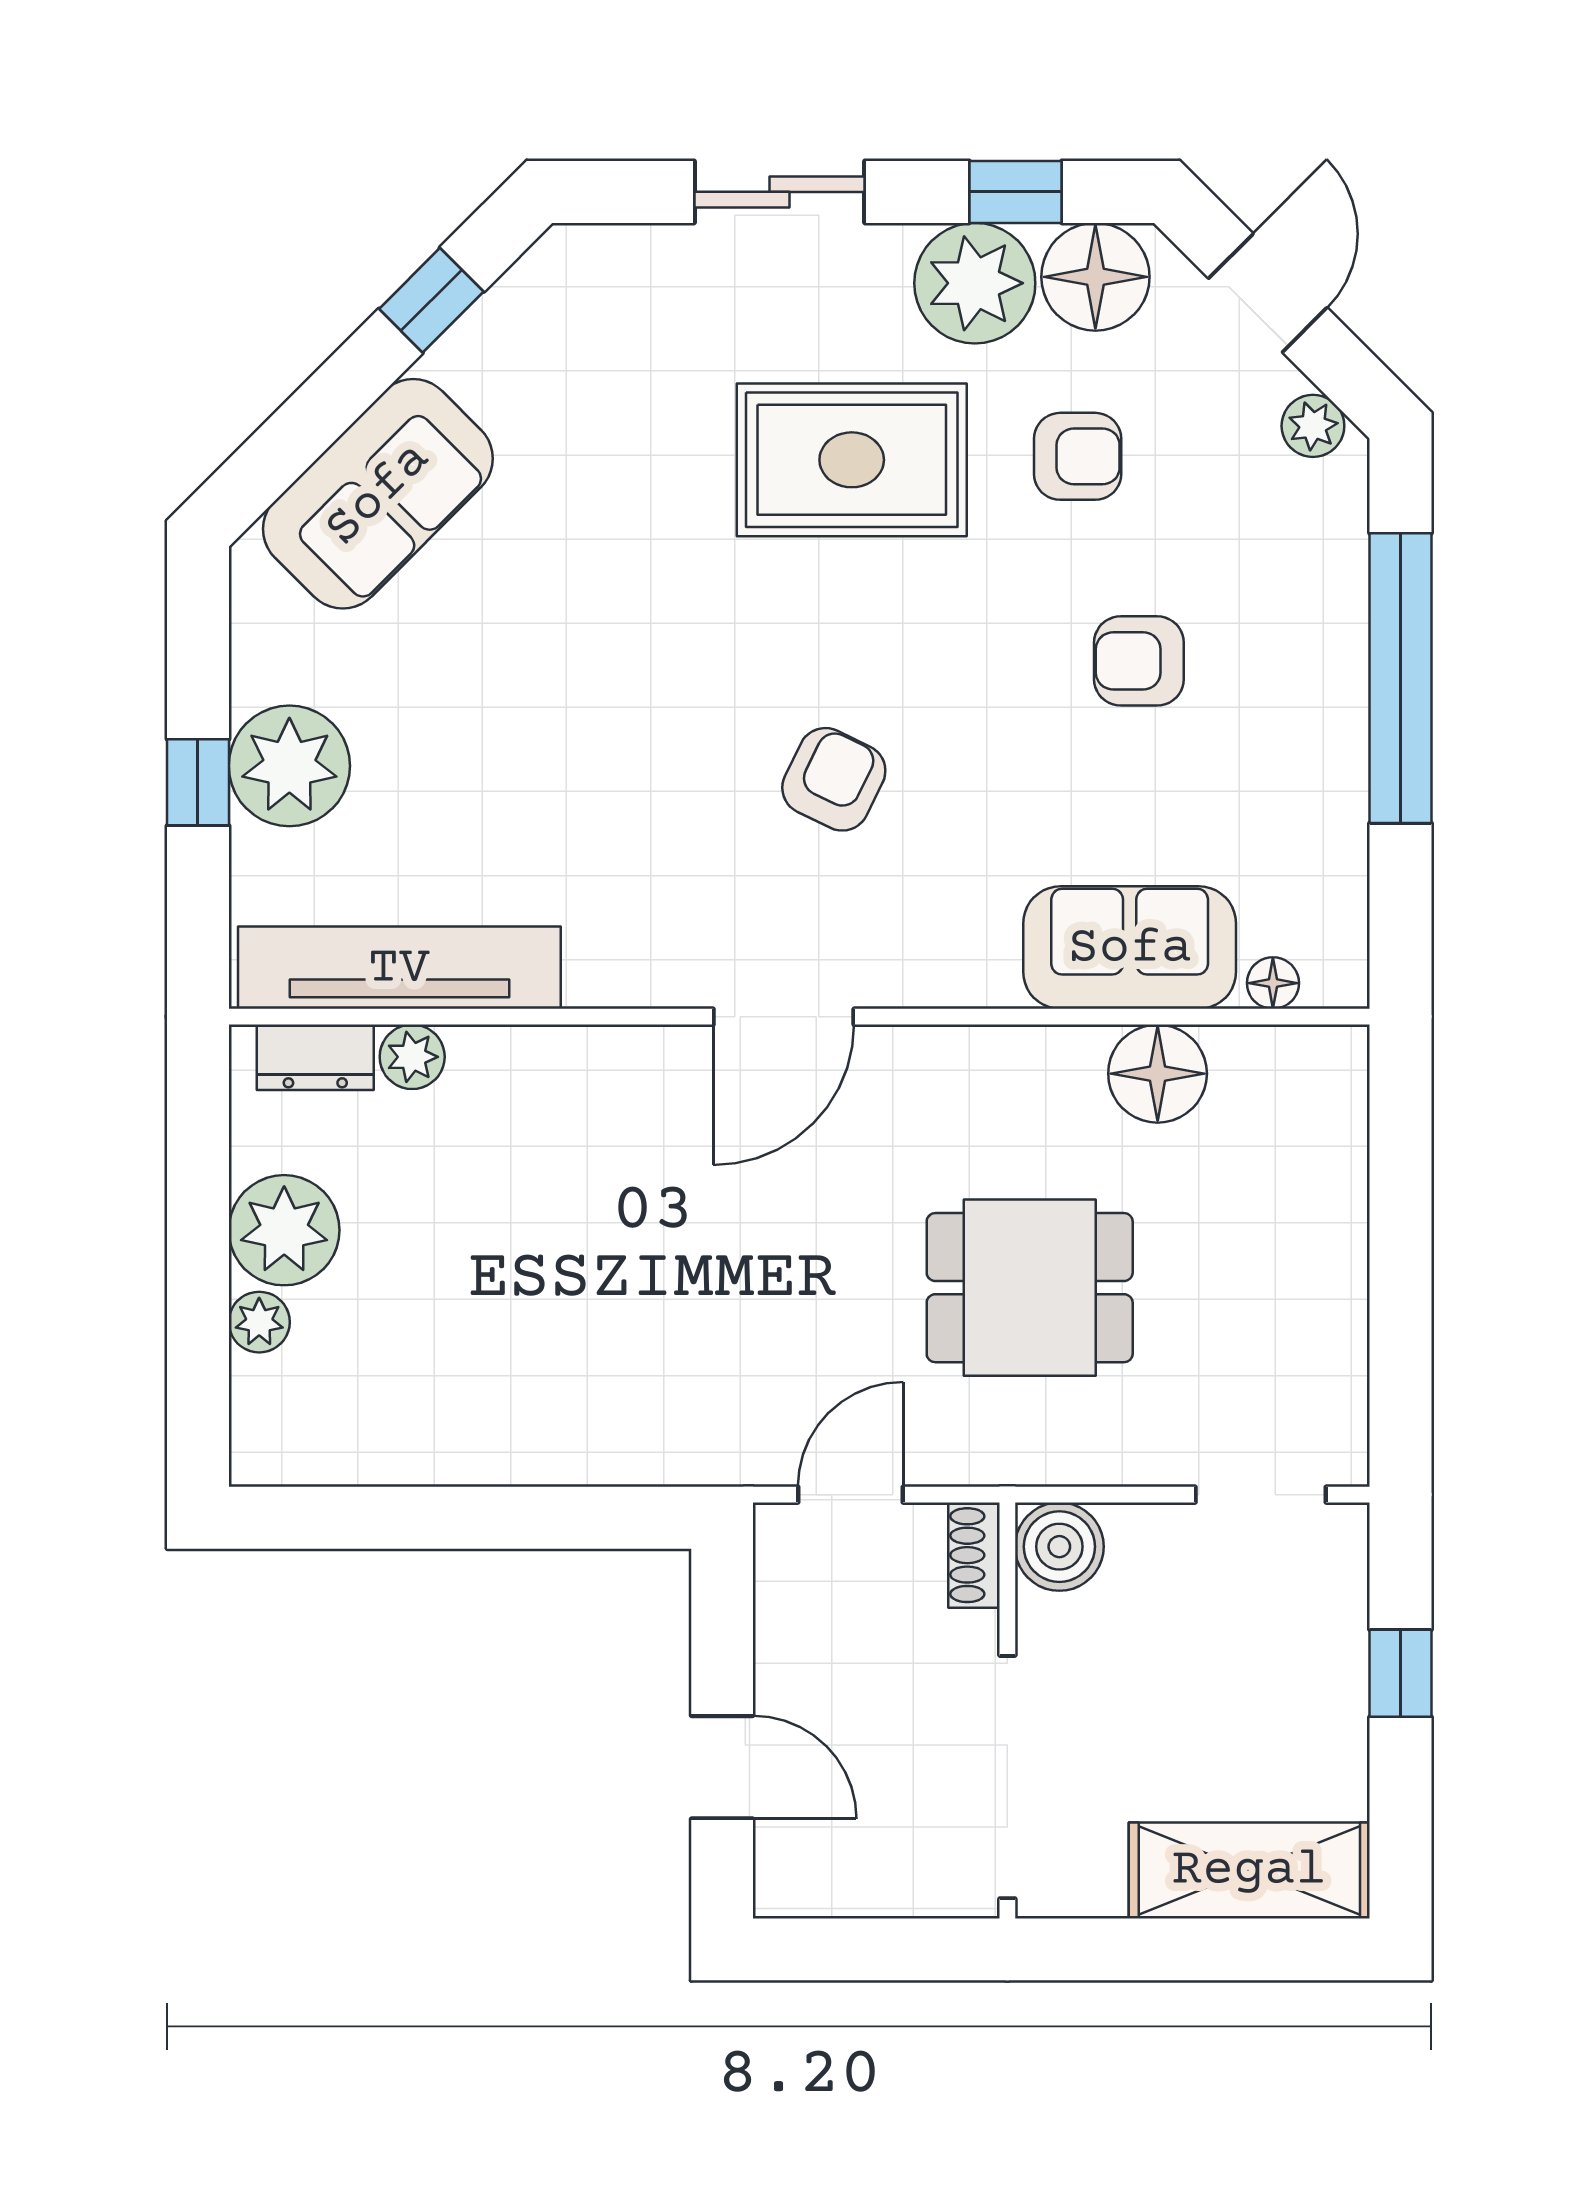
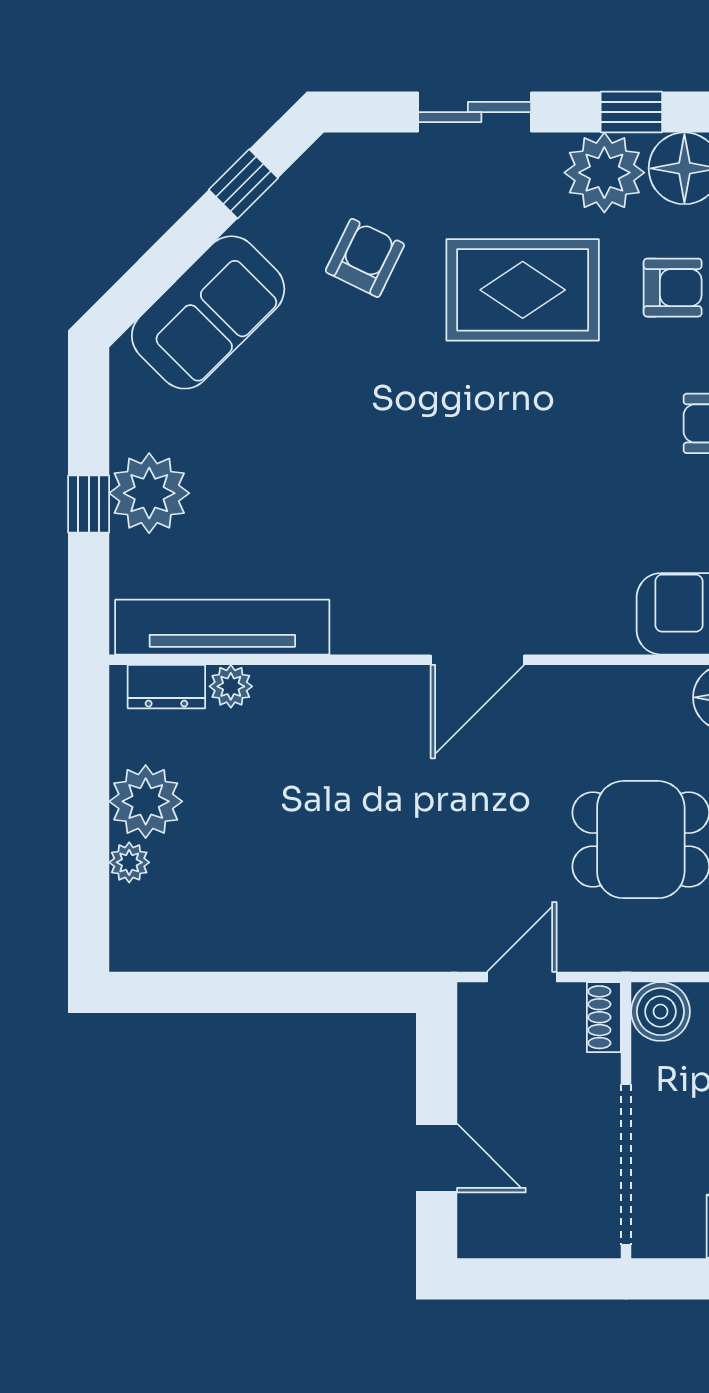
armchair: (834, 779) -> (365, 258), moved

